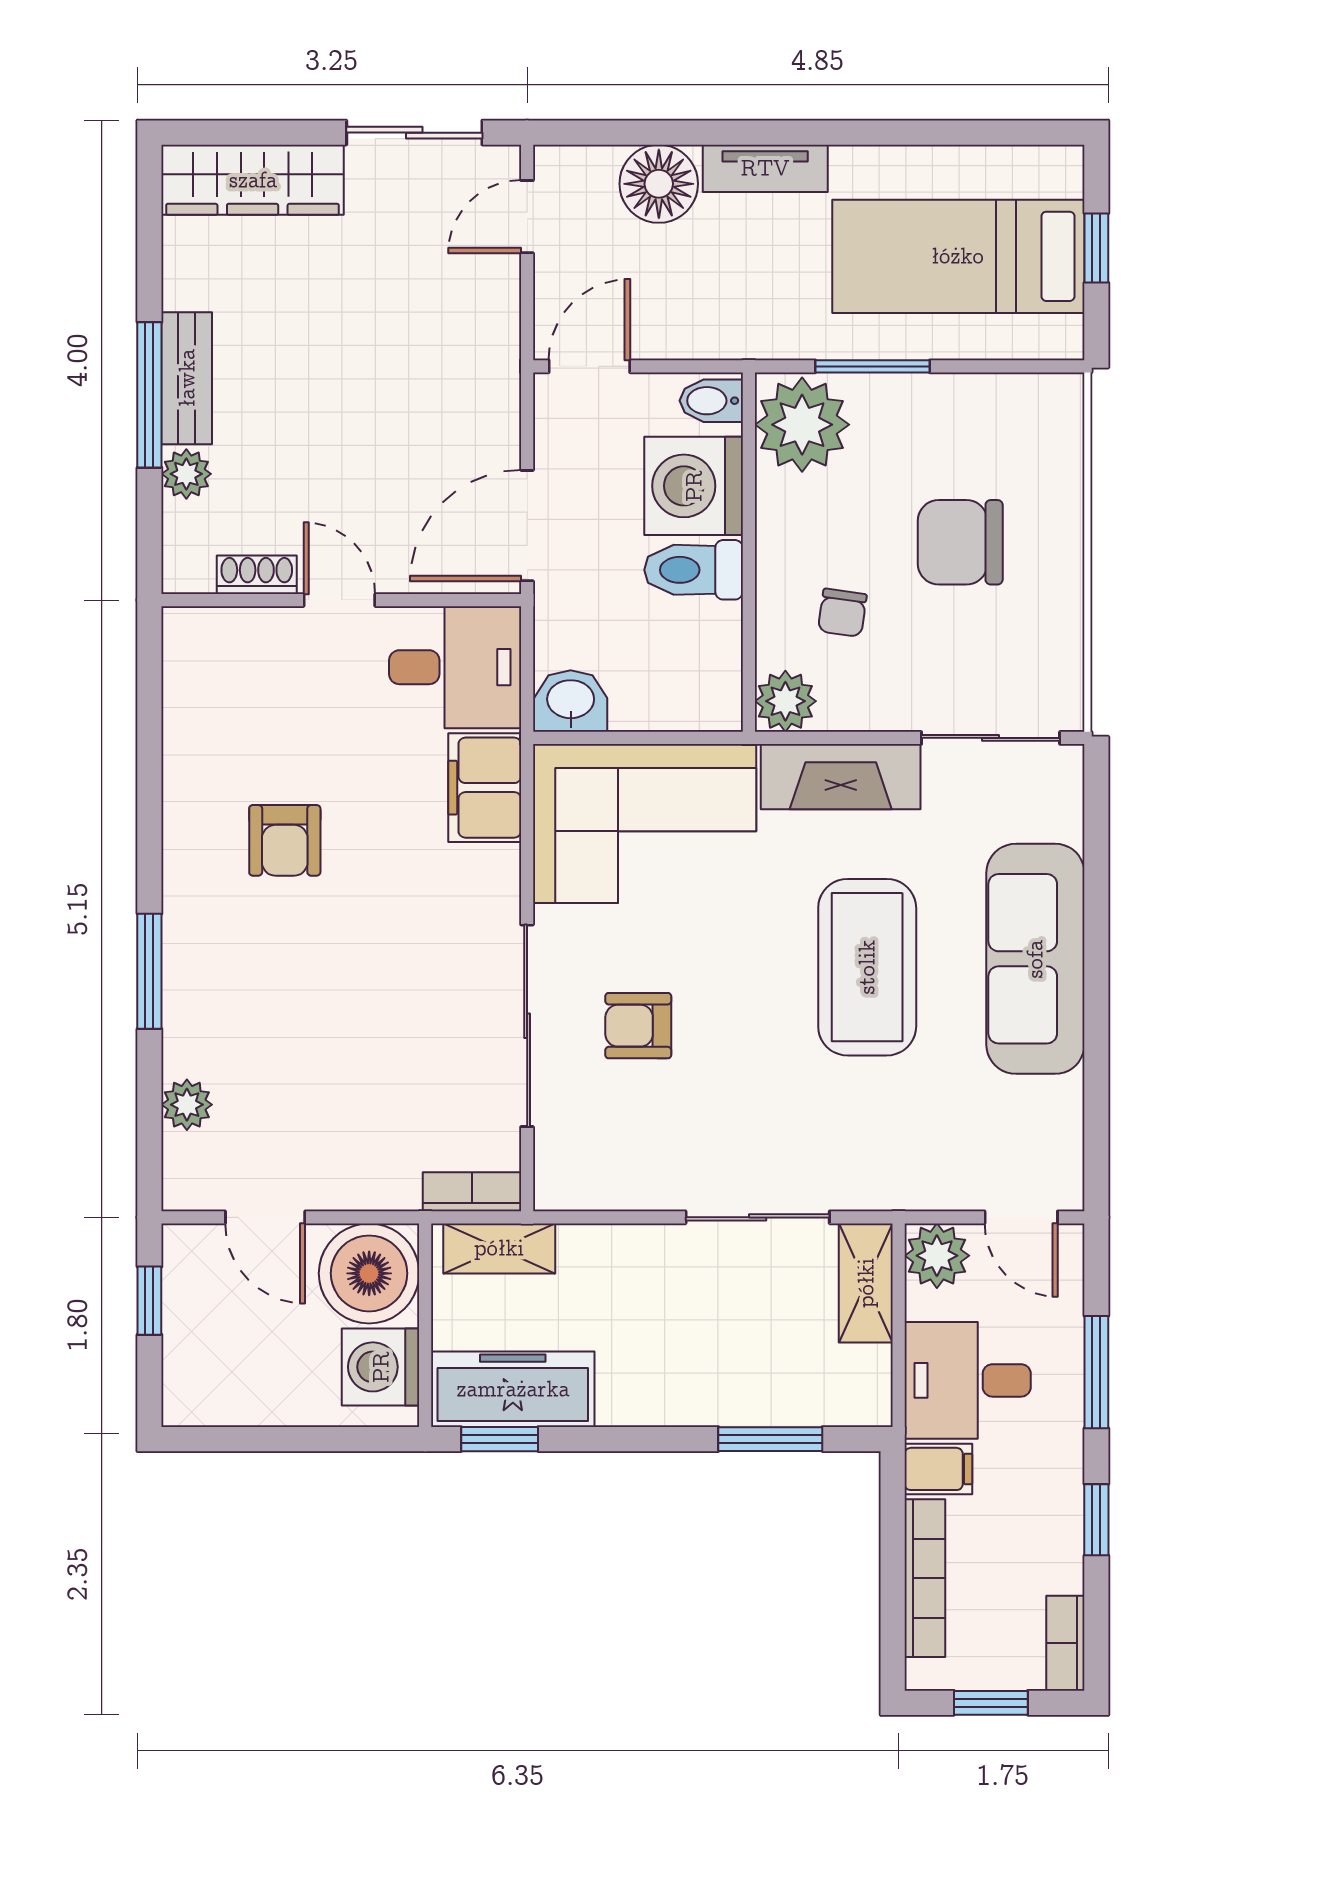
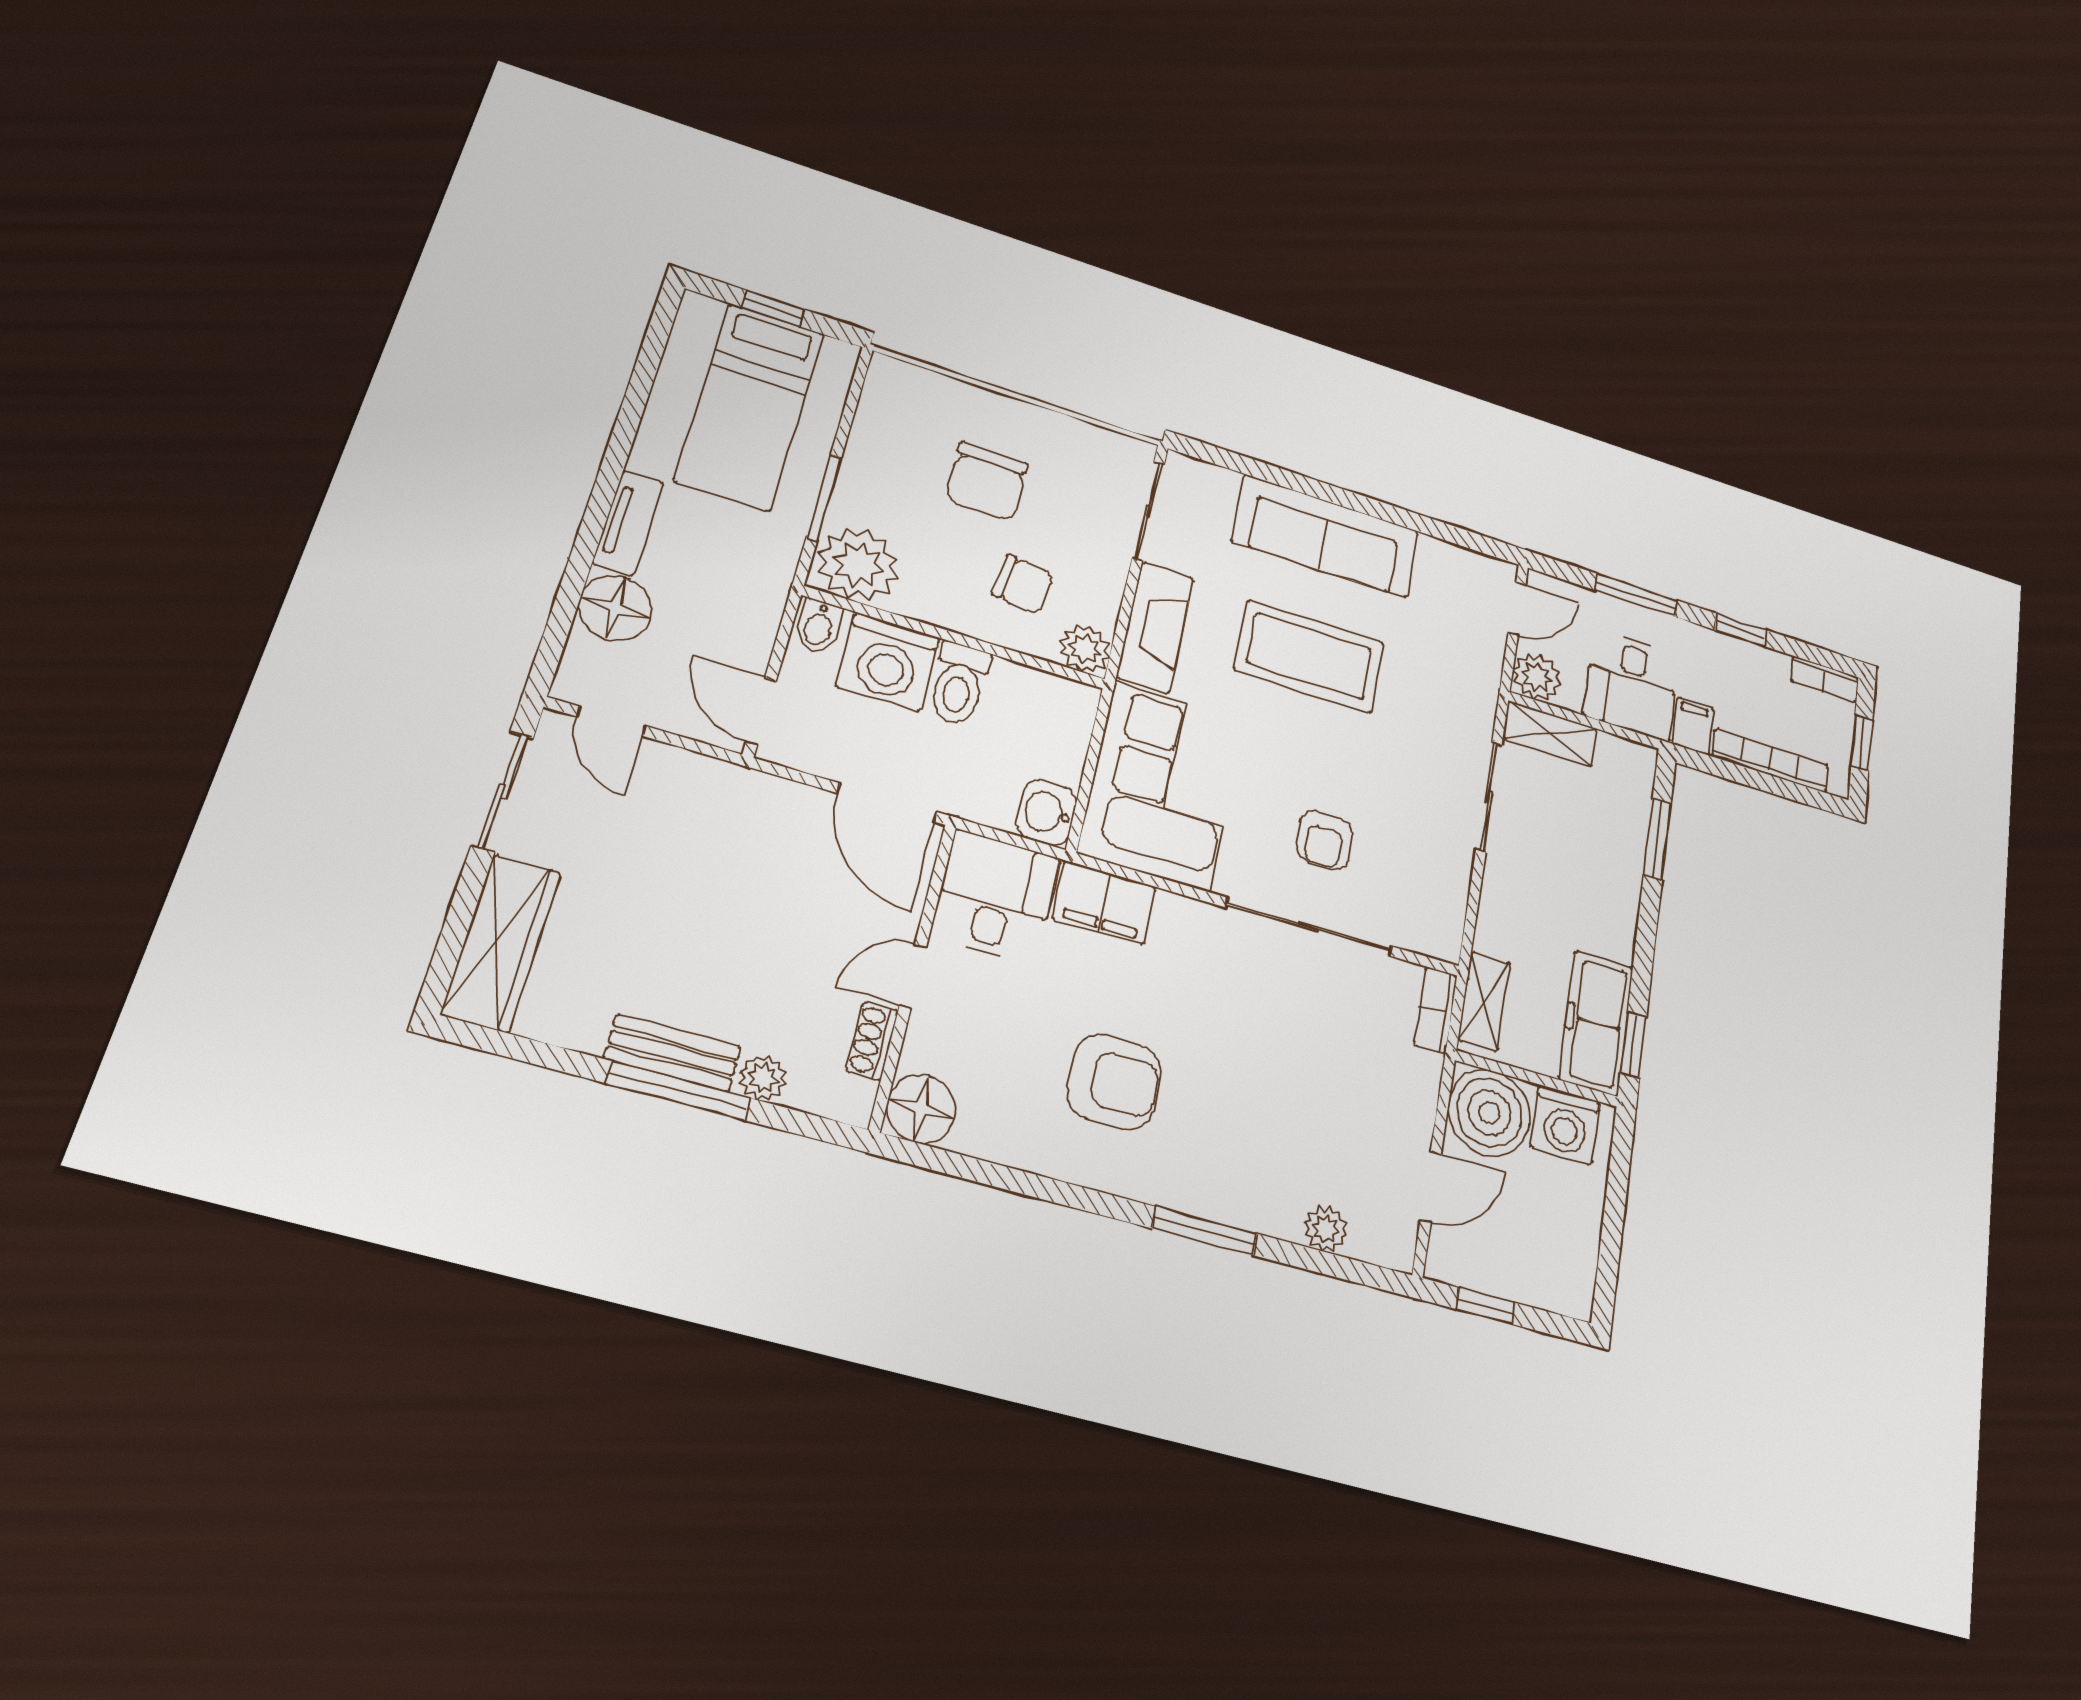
chair: (842, 613) -> (1023, 584), width x1.37, depth x1.37
floor lamp: (198, 643) -> (921, 1109), added
armchair: (285, 840) -> (1114, 1082), width x1.38, depth x1.38

